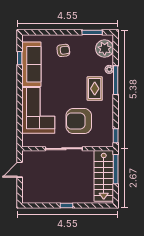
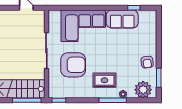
armchair: (63, 50) -> (147, 62), moved
sofa: (31, 64) -> (122, 19), width x0.73
armchair: (79, 121) -> (73, 65), turned 90

